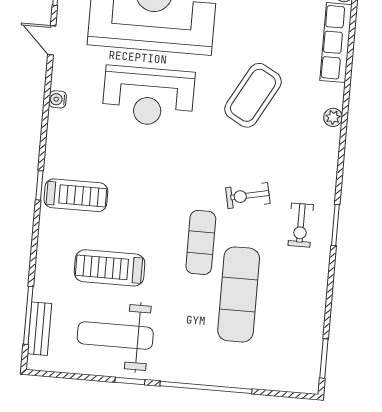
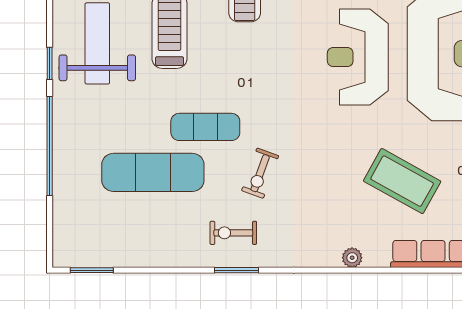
coffee table: (253, 95) -> (402, 181), moved
exercise bike: (248, 196) -> (260, 173), turned -148

